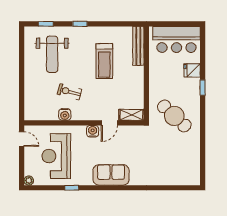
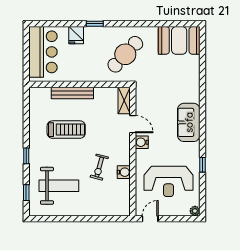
bench: (138, 46) -> (72, 93), moved
booth: (187, 166) -> (179, 40), added

